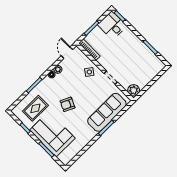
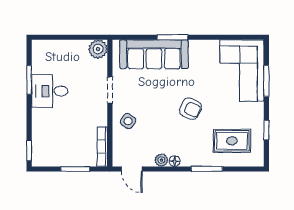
desk: (112, 25) -> (50, 91), moved, turned 90
door: (67, 53) -> (132, 169), hinge flipped
corner sofa: (52, 134) -> (242, 71), moved

